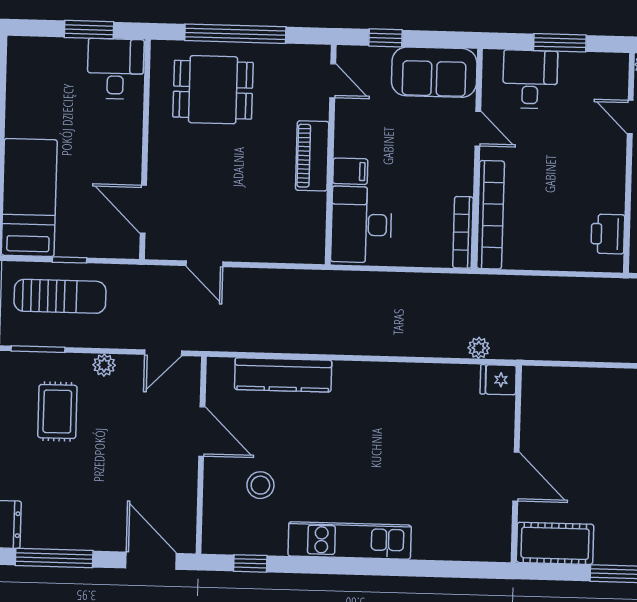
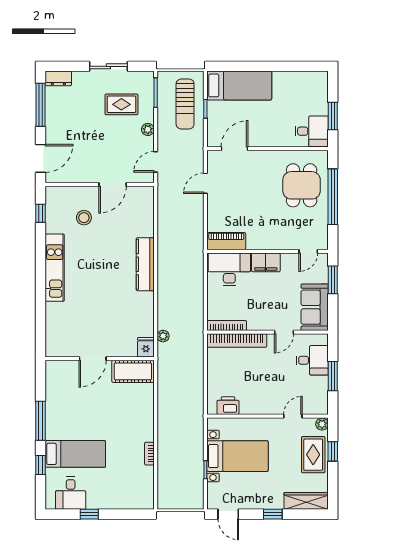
window: (386, 38) -> (333, 280), width x1.50
piano: (312, 156) -> (226, 241), moved
filing cabinet: (350, 171) -> (266, 262), width x2.00
door: (163, 353) -> (156, 162), hinge flipped
kitchen counter: (283, 375) -> (145, 264), moved
cot: (555, 543) -> (133, 371), moved, turned 90

